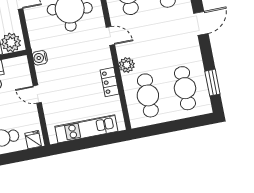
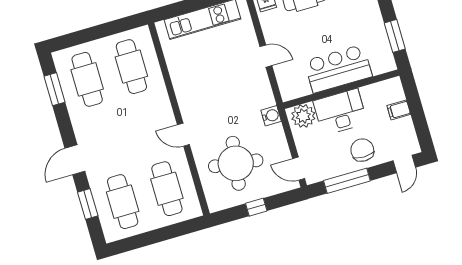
water cooler: (40, 58) -> (271, 116), moved
plant: (127, 65) -> (160, 101), removed
locker: (110, 82) -> (179, 79), removed

